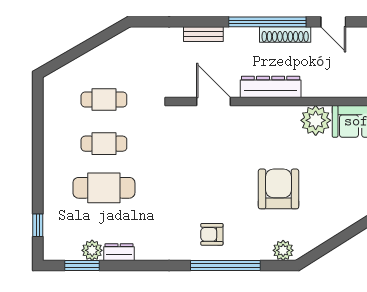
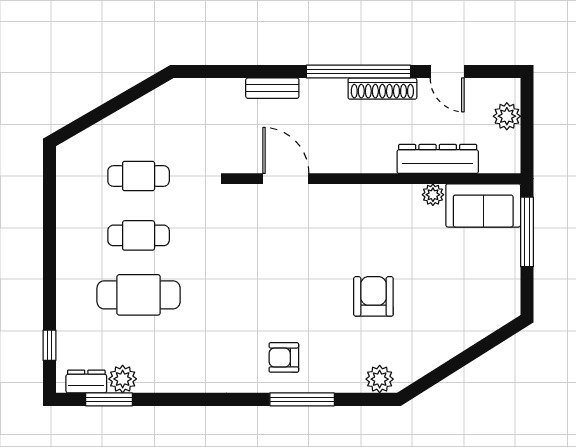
dresser: (271, 87) -> (438, 159), moved
plant: (316, 120) -> (433, 195), width x0.53, depth x0.53
armchair: (279, 189) -> (373, 296), width x0.73, depth x0.73
dresser: (119, 252) -> (86, 381), moved
window: (225, 265) -> (302, 399), width x0.68

